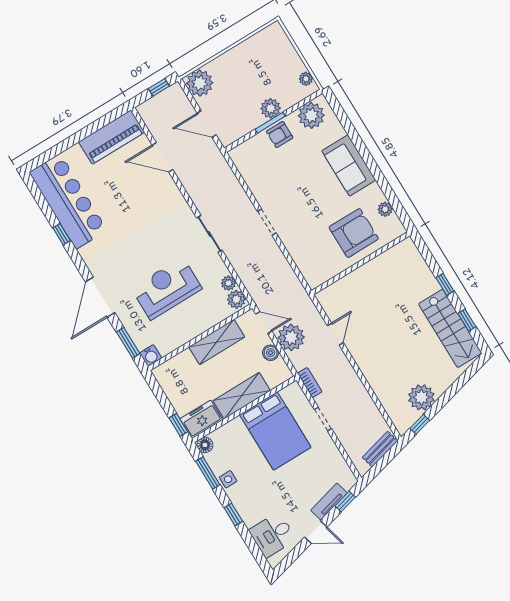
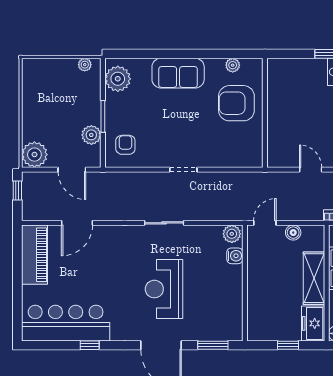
plant: (271, 108) -> (91, 135), moved
door: (207, 124) -> (72, 170), hinge flipped
armchair: (280, 135) -> (125, 145), moved, turned 180
armchair: (354, 233) -> (236, 103), turned -90
plant: (228, 283) -> (214, 232), removed
reception desk: (167, 288) -> (164, 289), moved
plant: (291, 337) -> (291, 208), removed
shelving: (217, 342) -> (257, 272), removed
water cooler: (151, 356) -> (235, 256), moved
window: (178, 425) -> (288, 345), moved

